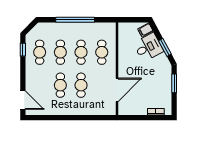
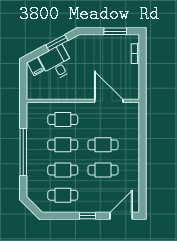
window: (23, 50) -> (87, 216), moved
window: (174, 83) -> (115, 31), moved

